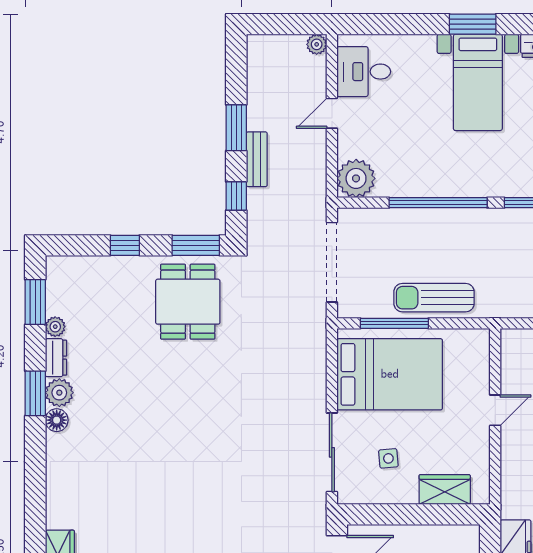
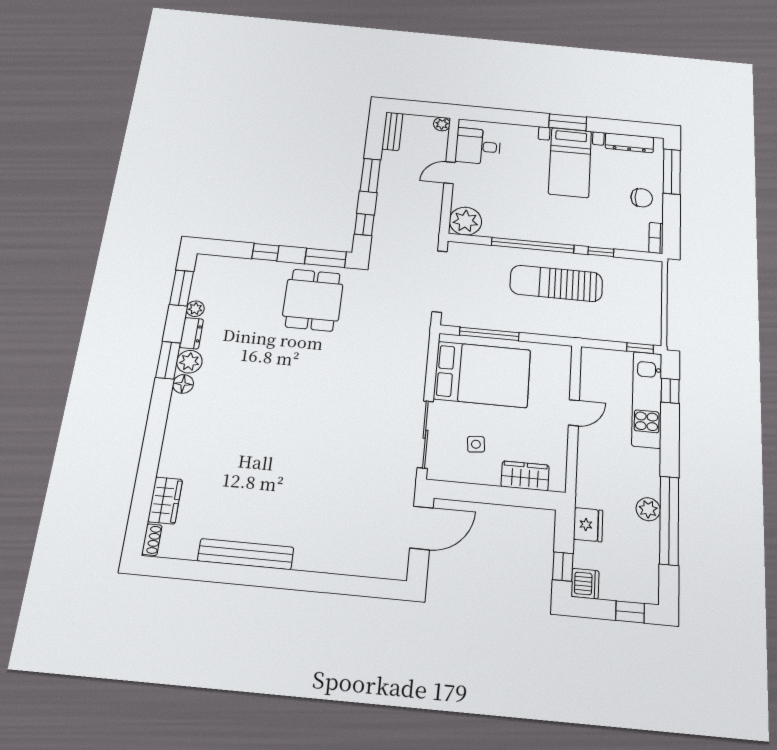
bench: (257, 159) -> (392, 131), moved
sun lounger: (434, 298) -> (556, 283), moved, width x1.36, depth x1.34

